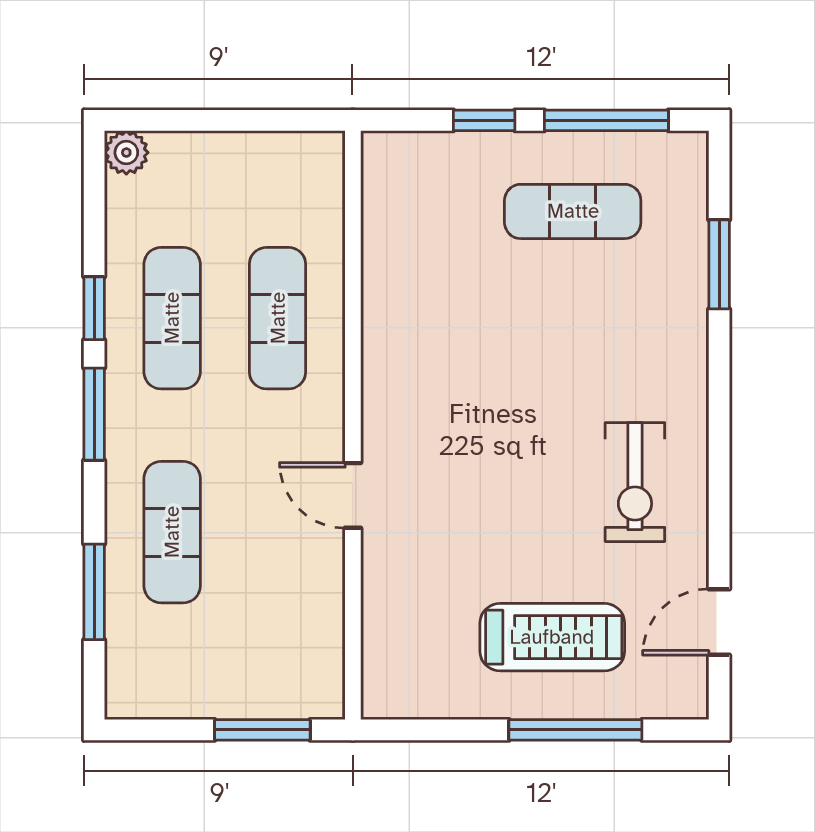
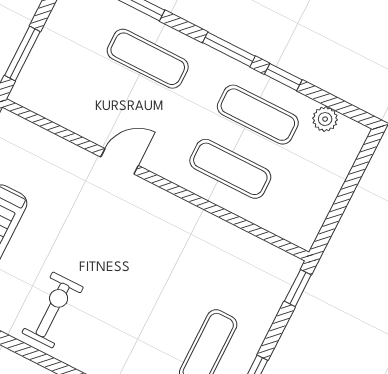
window: (484, 120) -> (298, 288), moved
plant: (126, 153) -> (325, 119), moved
exercise bike: (635, 482) -> (53, 310), turned 90

